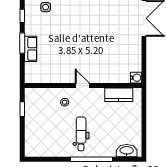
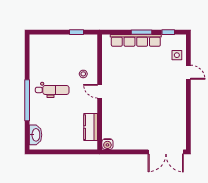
row of seats: (31, 49) -> (136, 40), width x2.02
door: (82, 86) -> (100, 91), swing flipped

